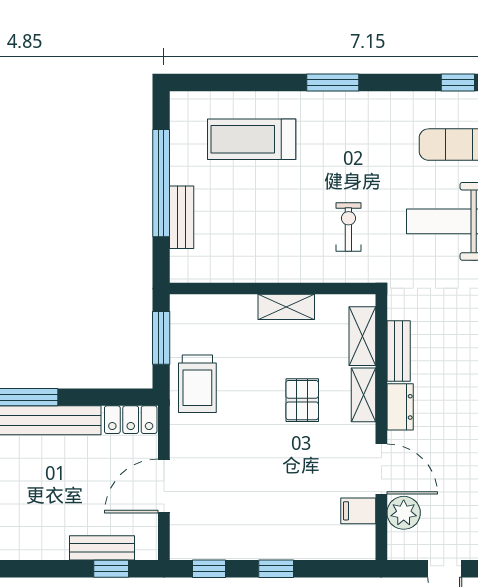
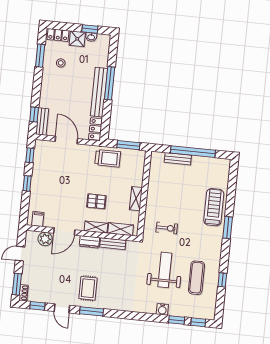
treadmill: (252, 139) -> (214, 207), moved
trolley: (197, 384) -> (108, 158), turned 180
filing cabinet: (358, 511) -> (38, 219), moved
bench: (102, 548) -> (42, 122), moved

